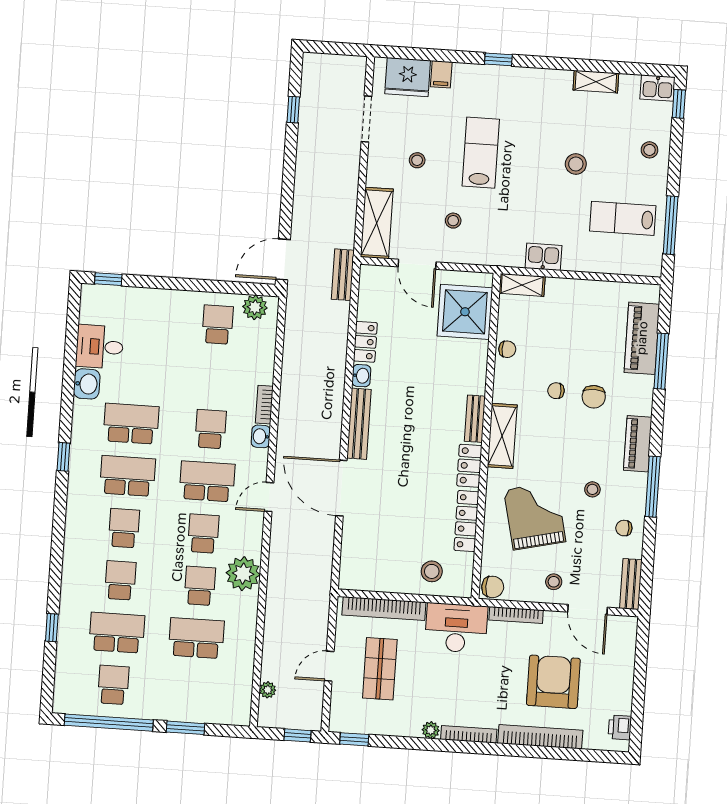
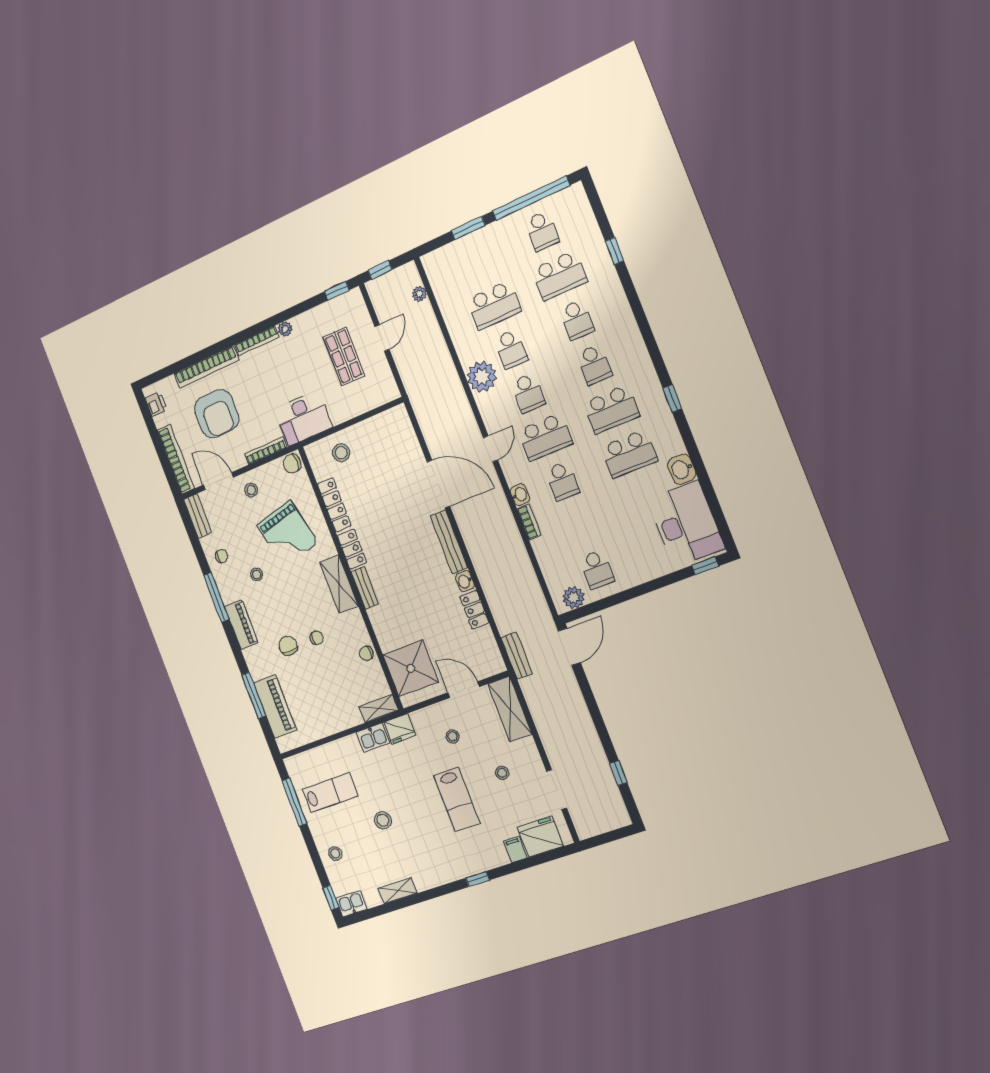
fridge: (508, 254) -> (400, 729), added
desk: (100, 347) -> (686, 524), width x1.87, depth x1.30
bookcase: (384, 609) -> (176, 459), moved, turned 90

